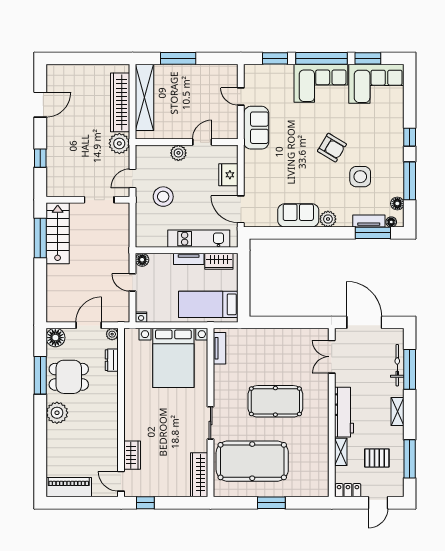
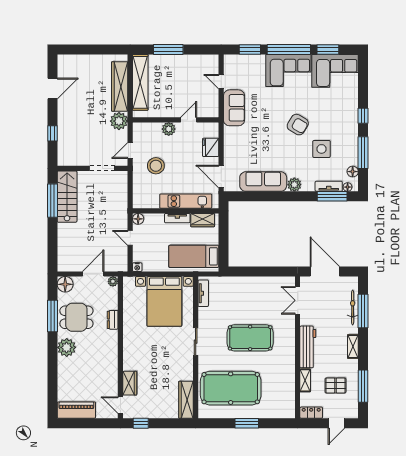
sofa: (298, 215) -> (263, 182), width x1.36
dresser: (112, 360) -> (113, 320), moved
sliding door: (211, 423) -> (196, 342), moved

